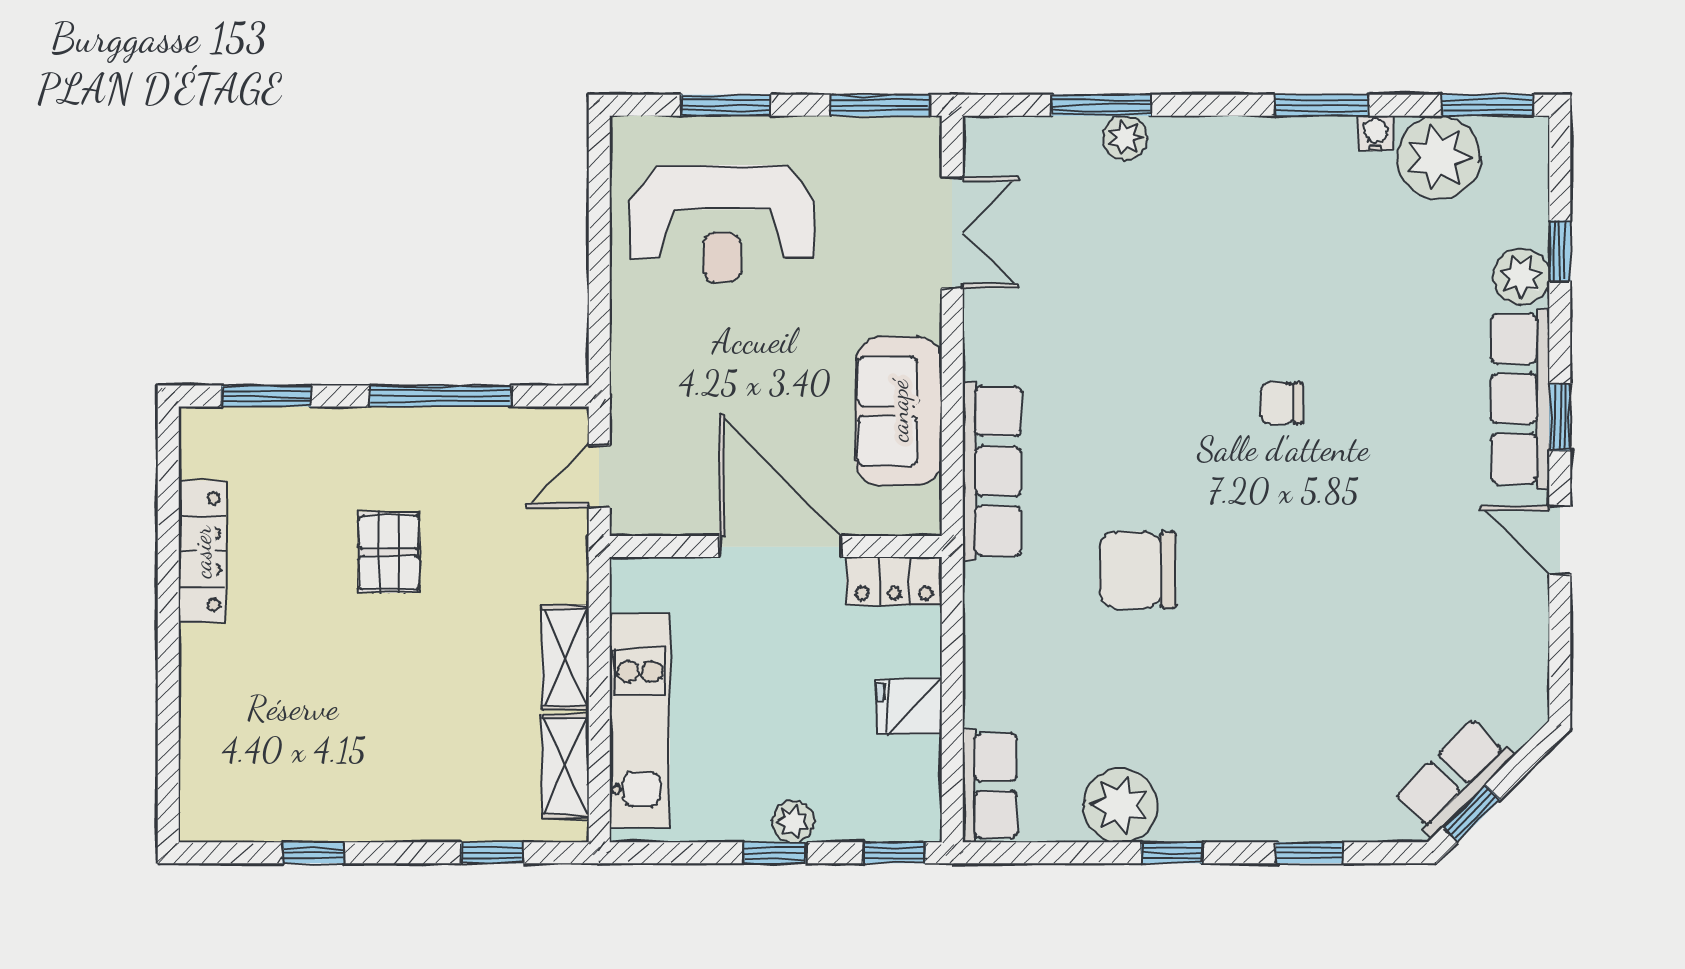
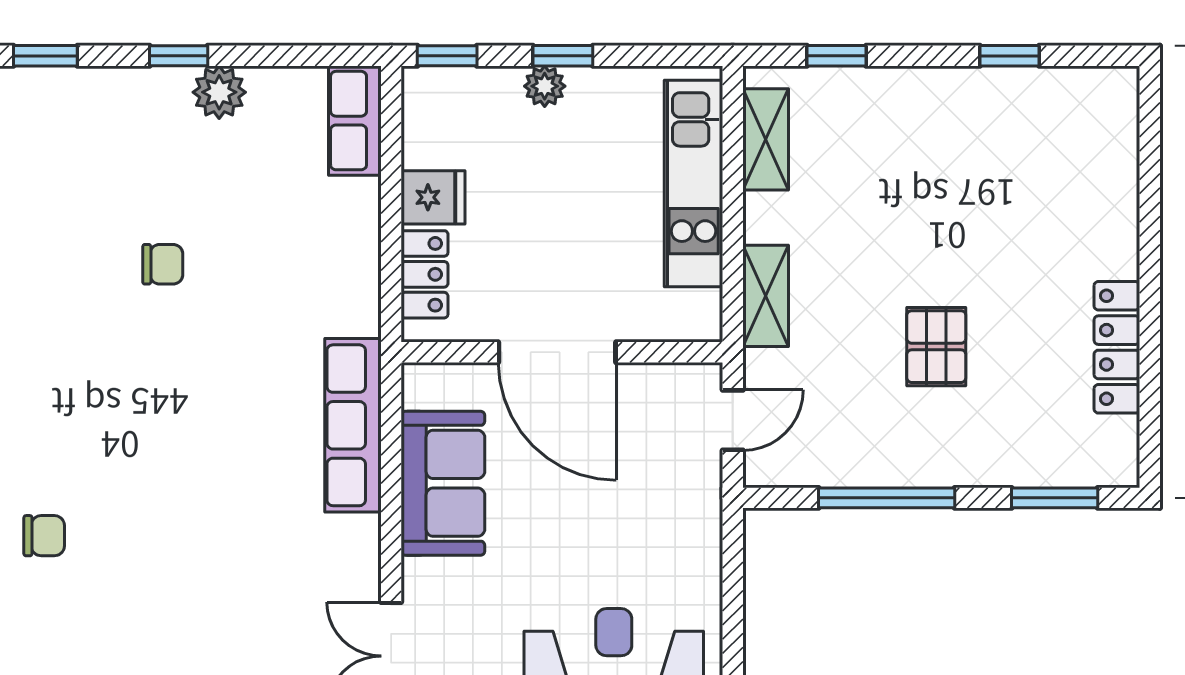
chair: (1282, 403) -> (44, 536), moved
chair: (1138, 570) -> (163, 264), moved, width x0.54, depth x0.54
locker: (894, 581) -> (424, 274), moved, turned 90
shelving: (565, 658) -> (766, 296), moved
plant: (1120, 805) -> (219, 92), width x0.73, depth x0.73

